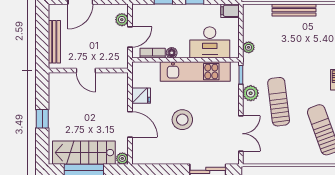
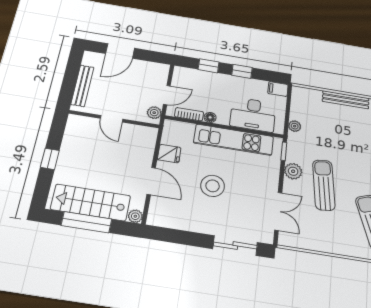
plant: (122, 20) -> (154, 113), moved

